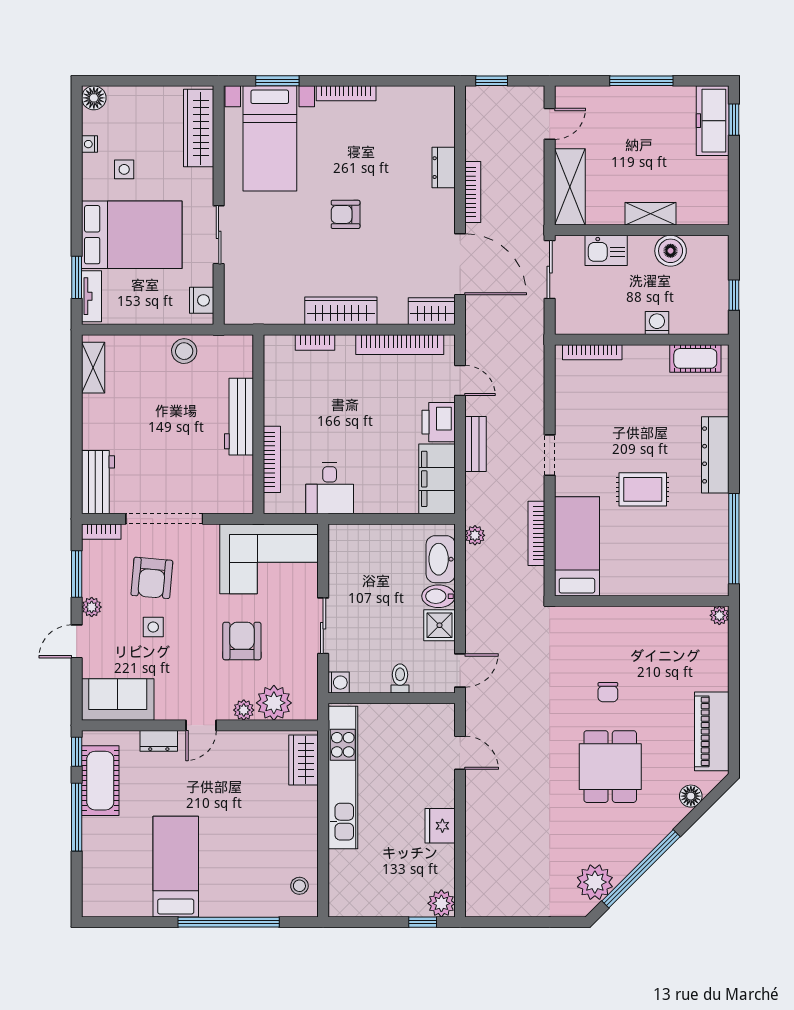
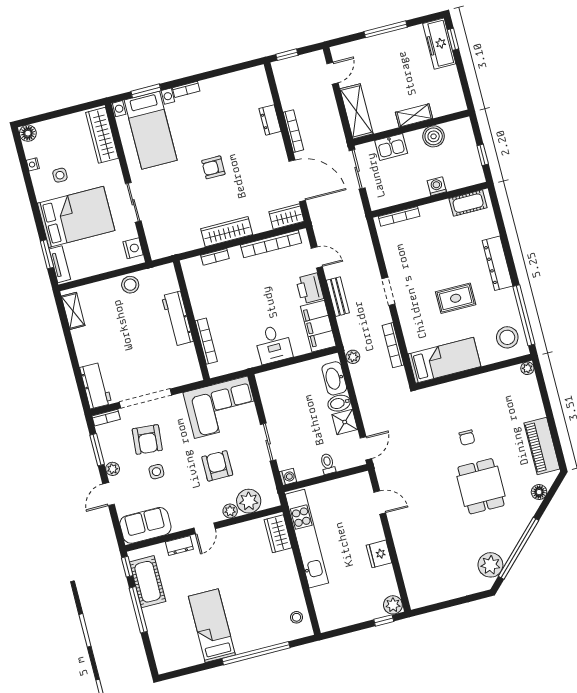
bookcase: (346, 93) -> (186, 89), width x0.64
desk: (330, 488) -> (273, 344), moved
bed: (577, 546) -> (444, 360), moved, turned 90
stool: (702, 564) -> (507, 337), added

